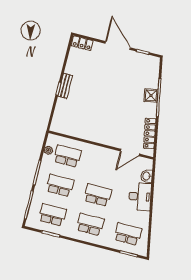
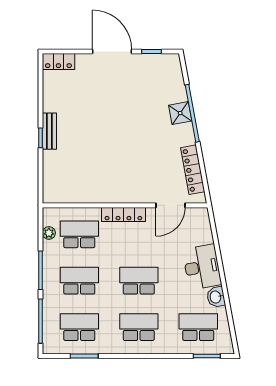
locker: (99, 151) -> (123, 214), added
washbasin: (147, 176) -> (216, 297), moved

